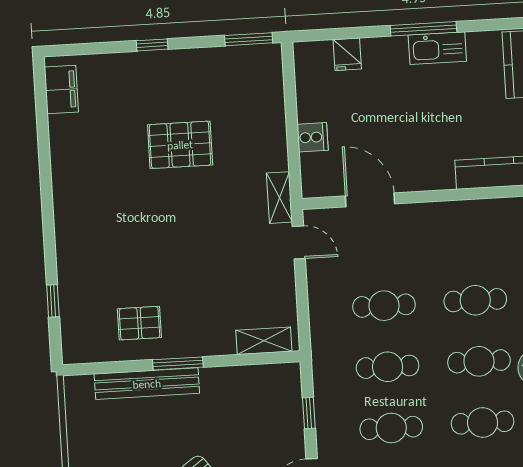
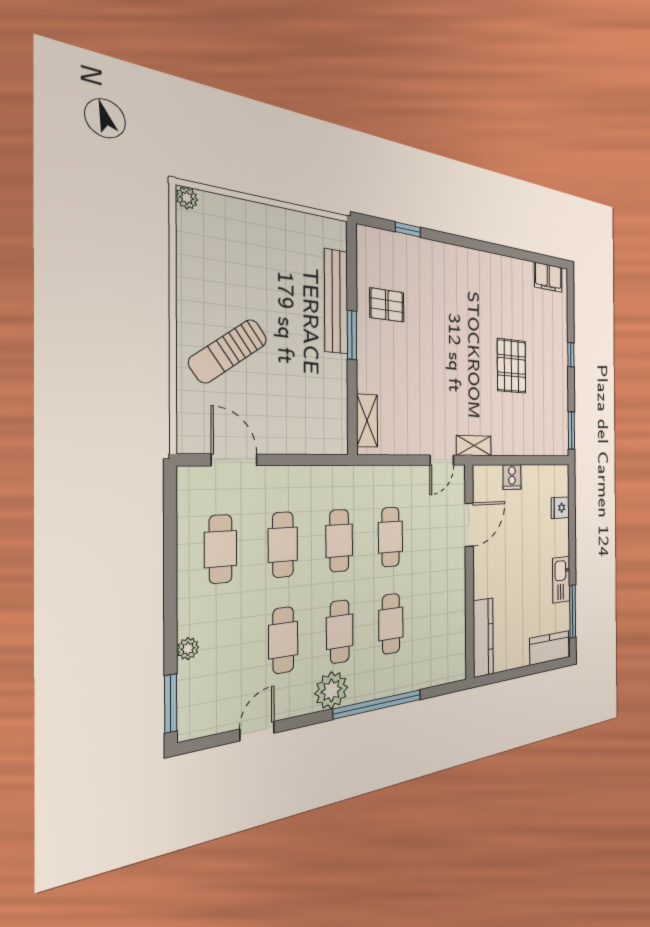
window: (423, 29) -> (573, 611), moved
pallet: (139, 323) -> (387, 305), turned 90
window: (309, 413) -> (301, 460), removed

